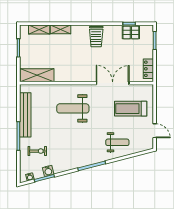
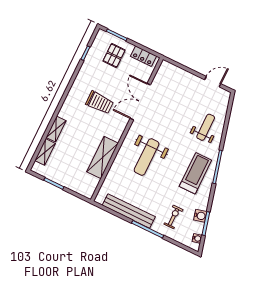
pallet: (131, 32) -> (114, 56), moved
trolley: (96, 37) -> (100, 103), moved
shelving: (37, 75) -> (103, 157), moved
treadmill: (131, 109) -> (195, 173), moved, turned 180

